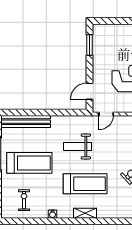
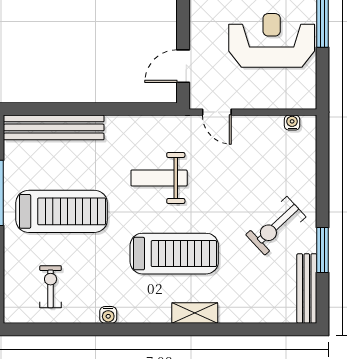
door: (106, 114) -> (217, 112), hinge flipped
shelving: (85, 213) -> (195, 313), moved

